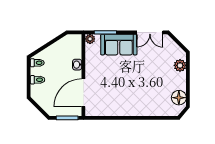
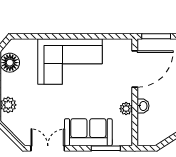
plant: (90, 39) -> (126, 109), moved
corner sofa: (133, 99) -> (70, 62), added

